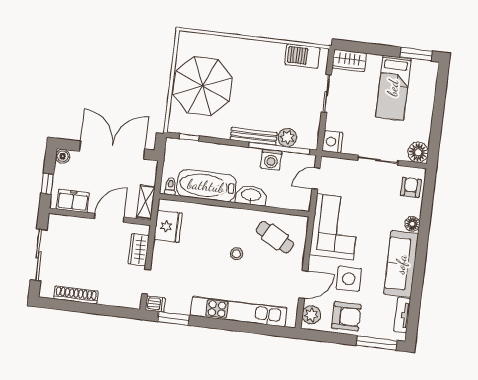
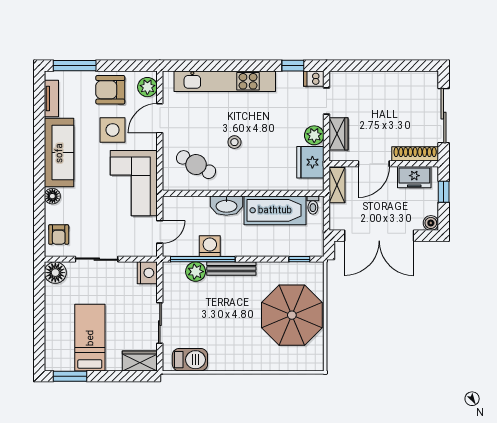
plant: (161, 251) -> (314, 135), added
shoe rack: (76, 295) -> (415, 154), moved, turned 180
window: (173, 318) -> (293, 66), width x0.67

